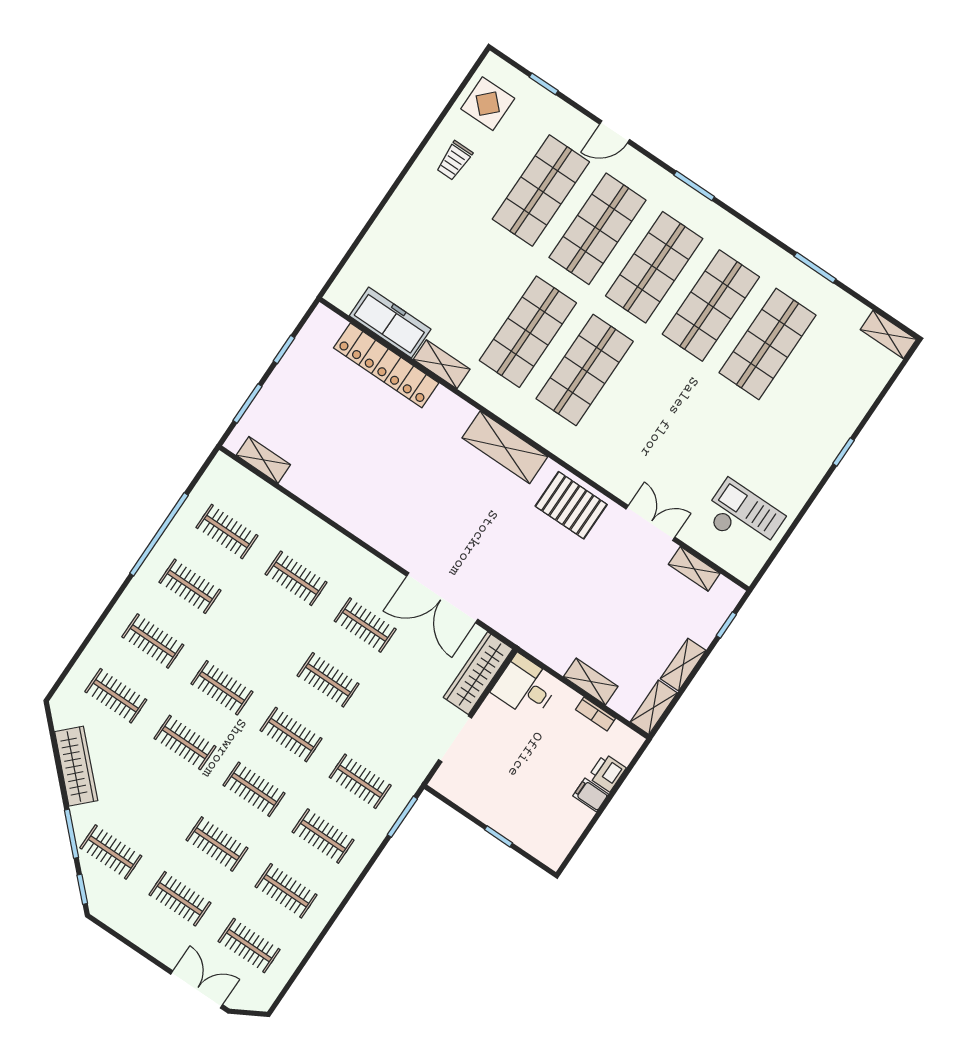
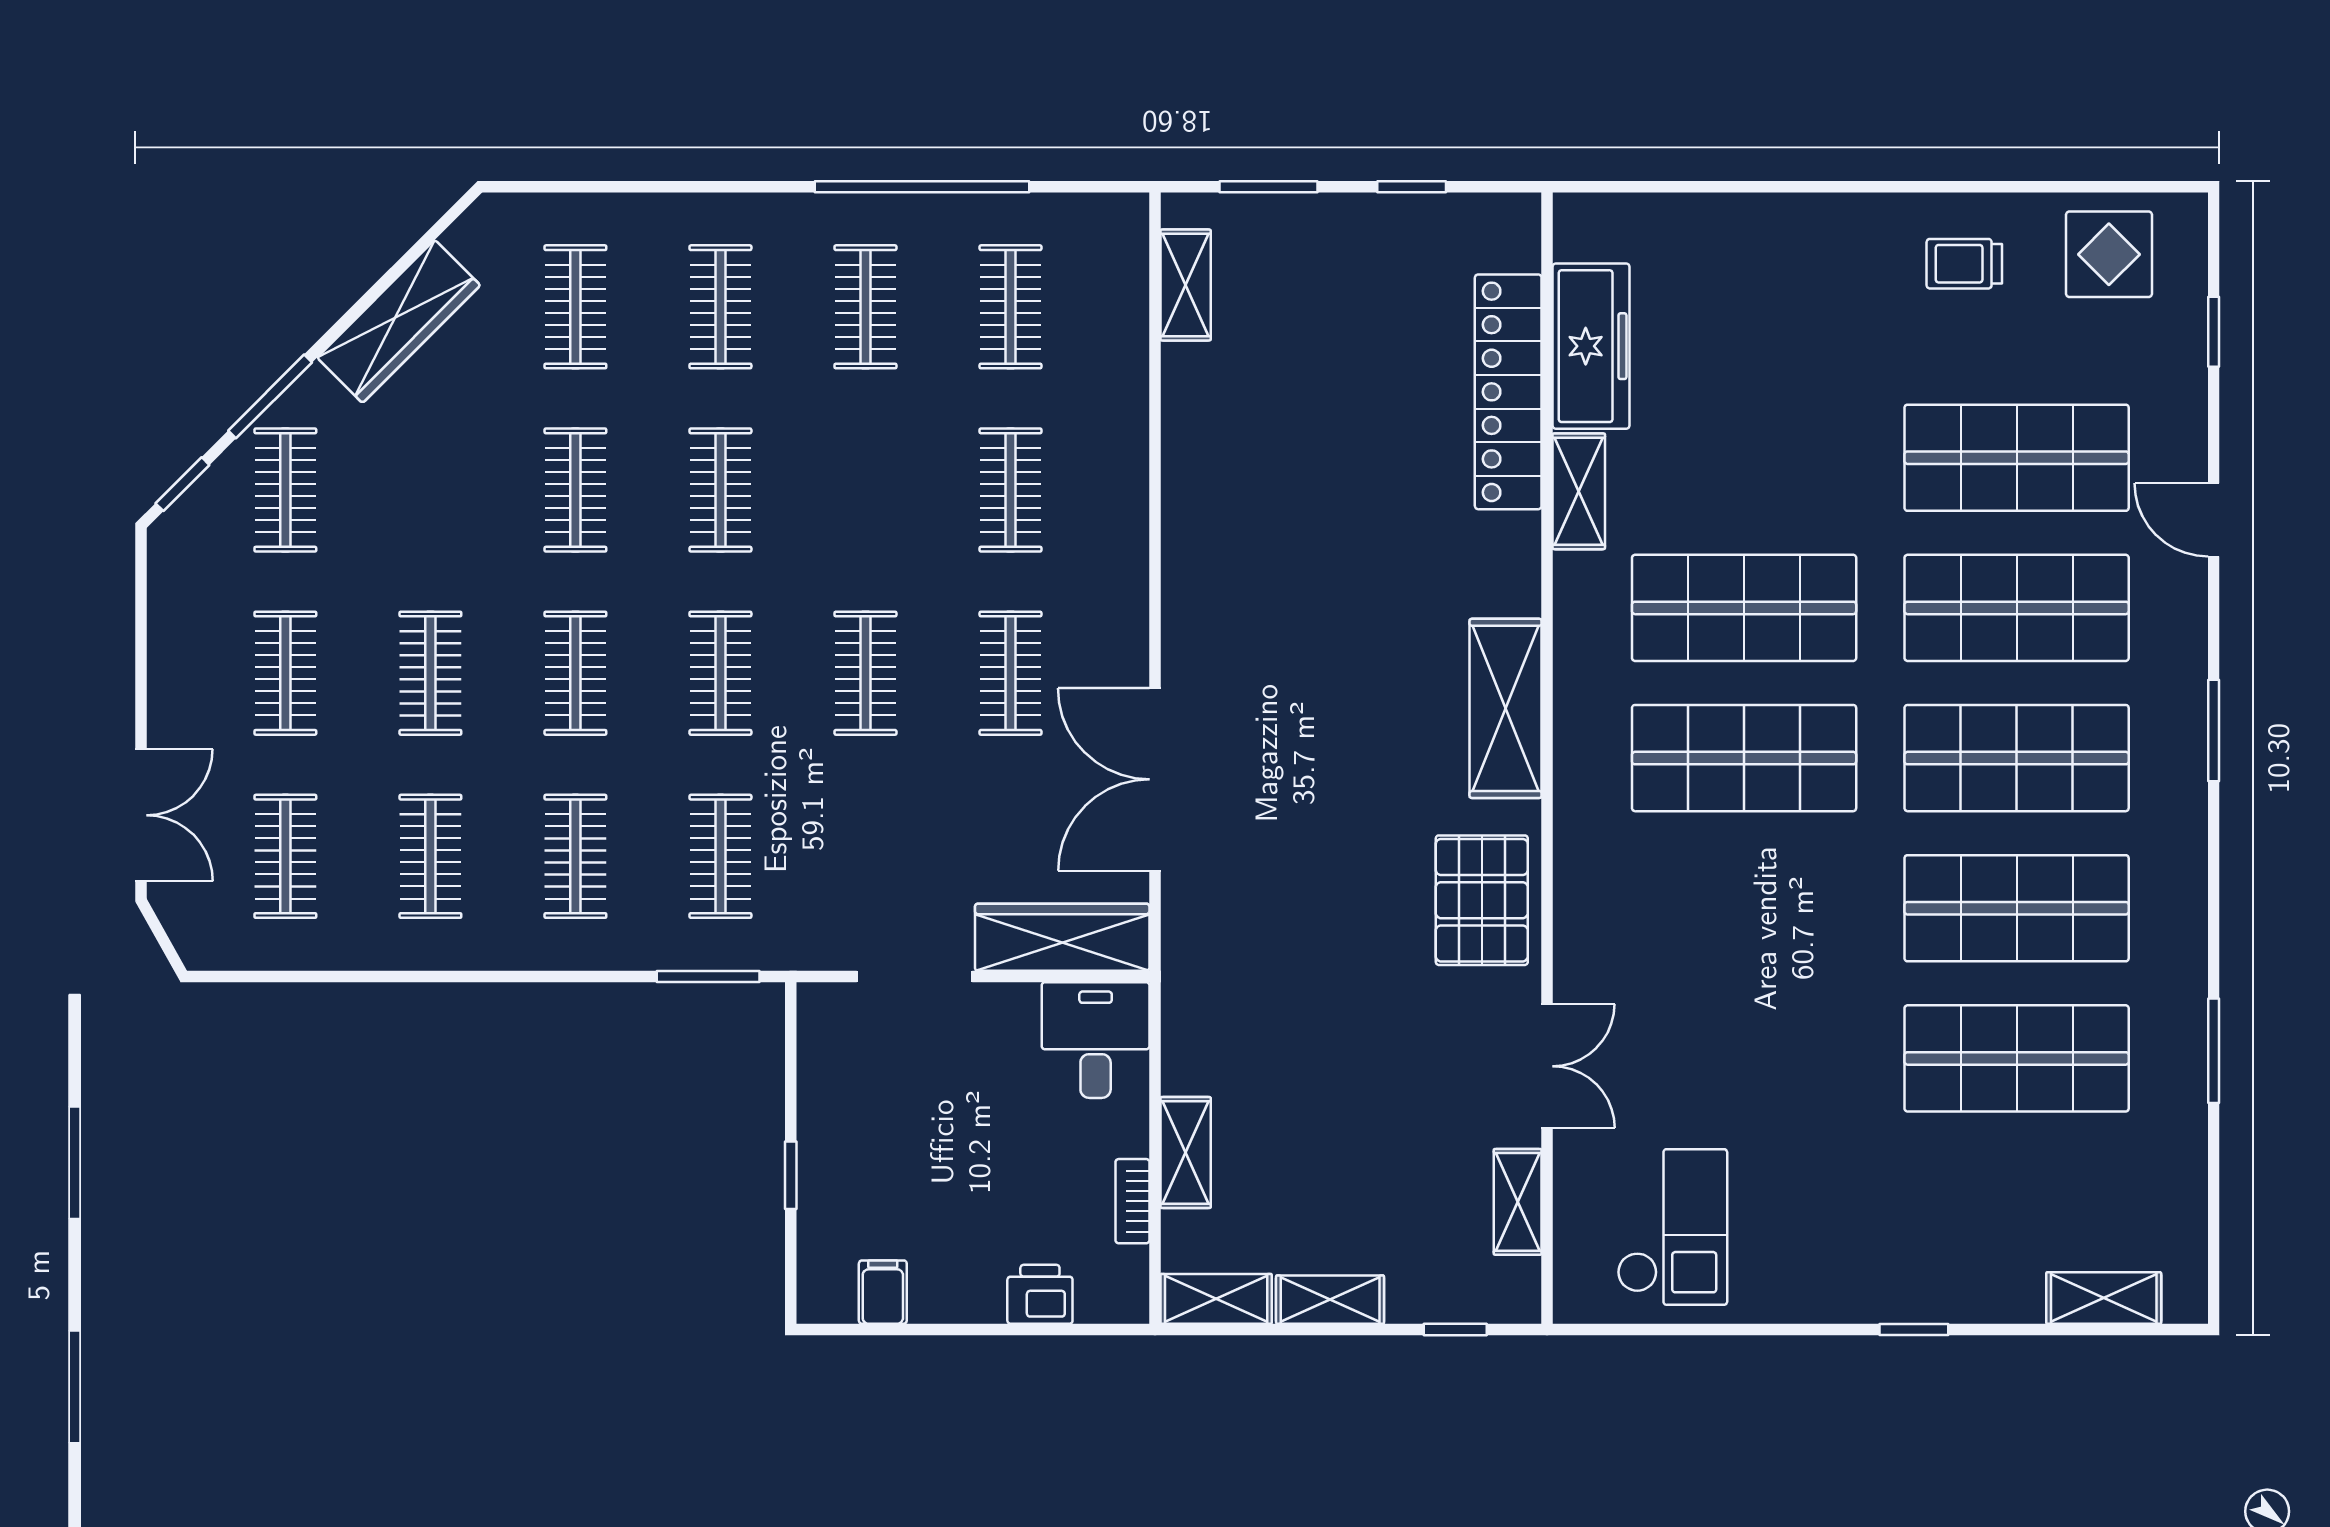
shelving: (888, 335) -> (2104, 1298), moved, turned 90
filing cabinet: (591, 795) -> (883, 1292), moved

